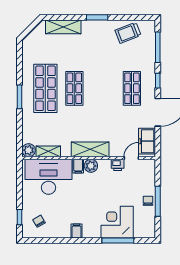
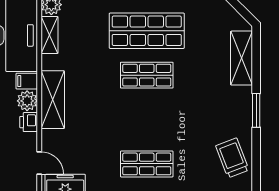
printer: (118, 165) -> (29, 122), moved

